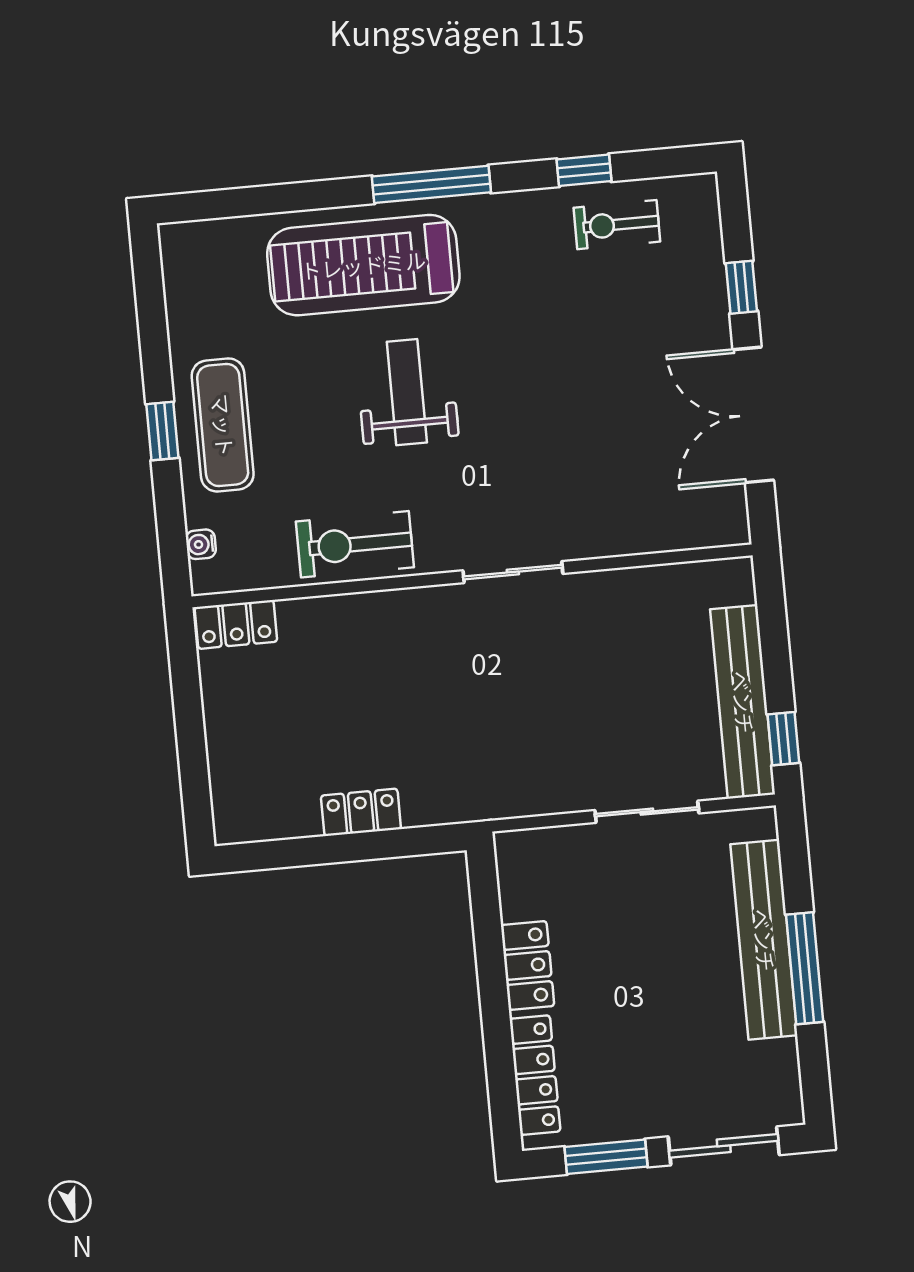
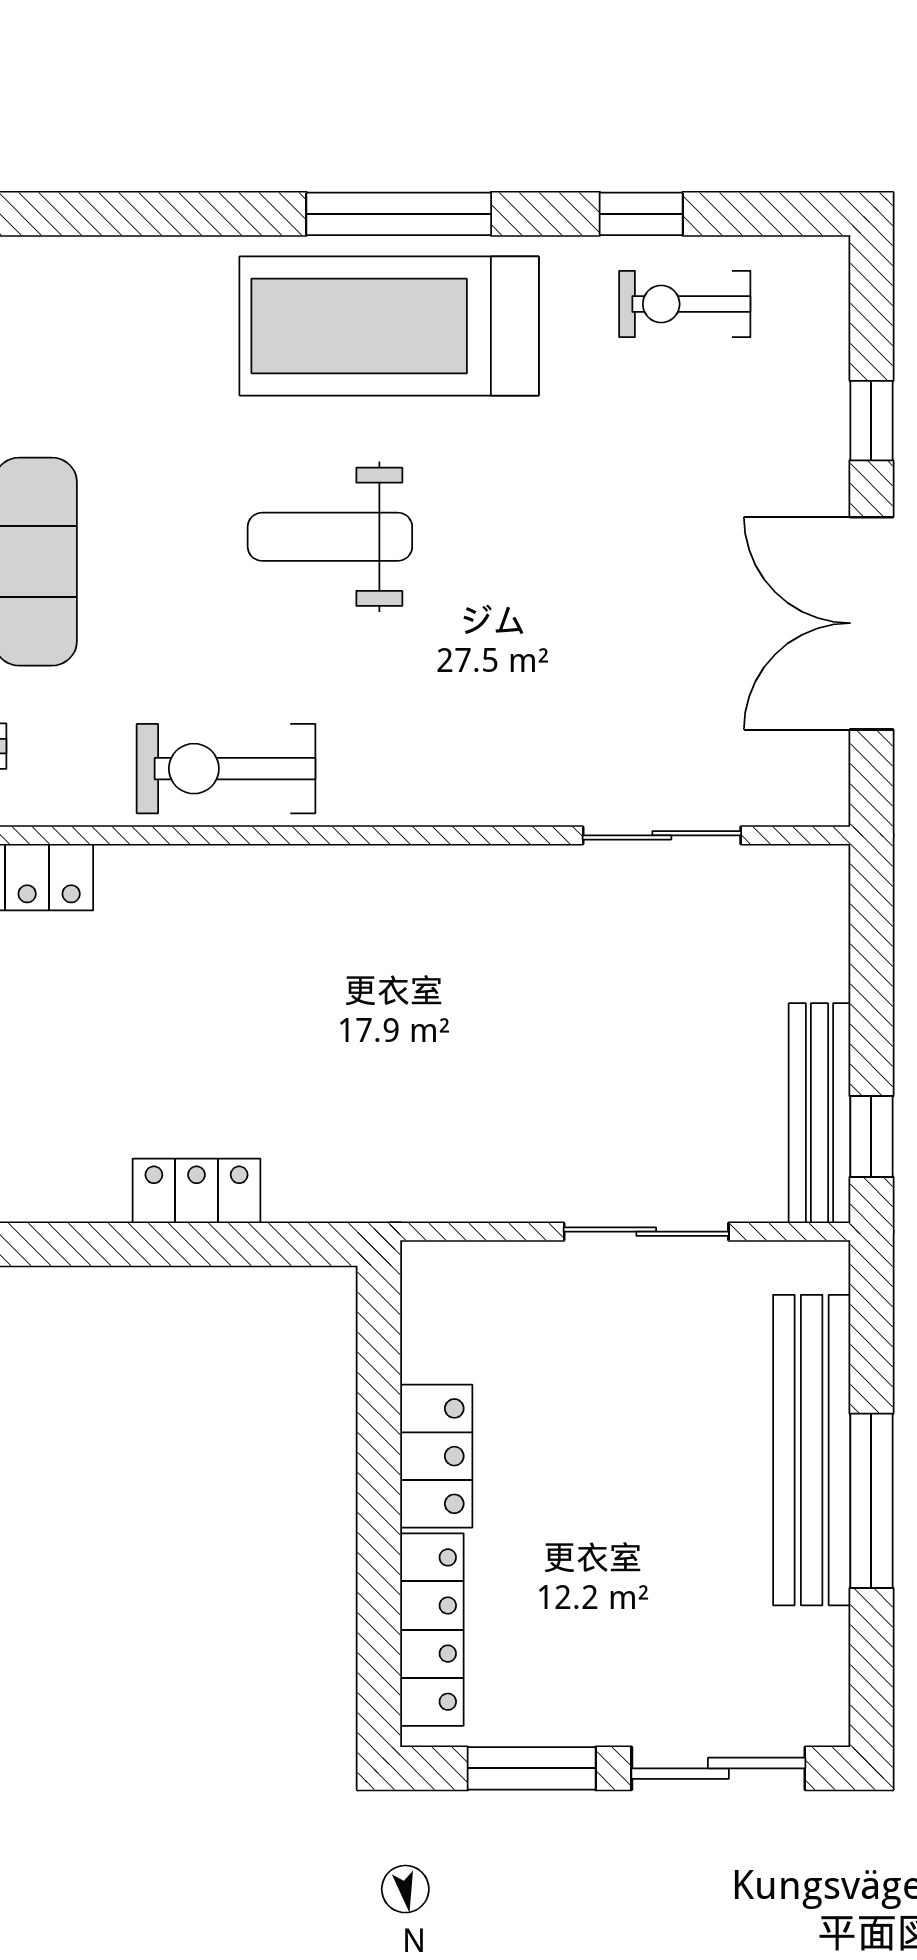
treadmill: (363, 265) -> (389, 326), moved
weight bench: (407, 392) -> (330, 537), turned -90
sliding door: (513, 572) -> (662, 835), moved
bench: (743, 702) -> (819, 1113), width x0.73, depth x0.82

